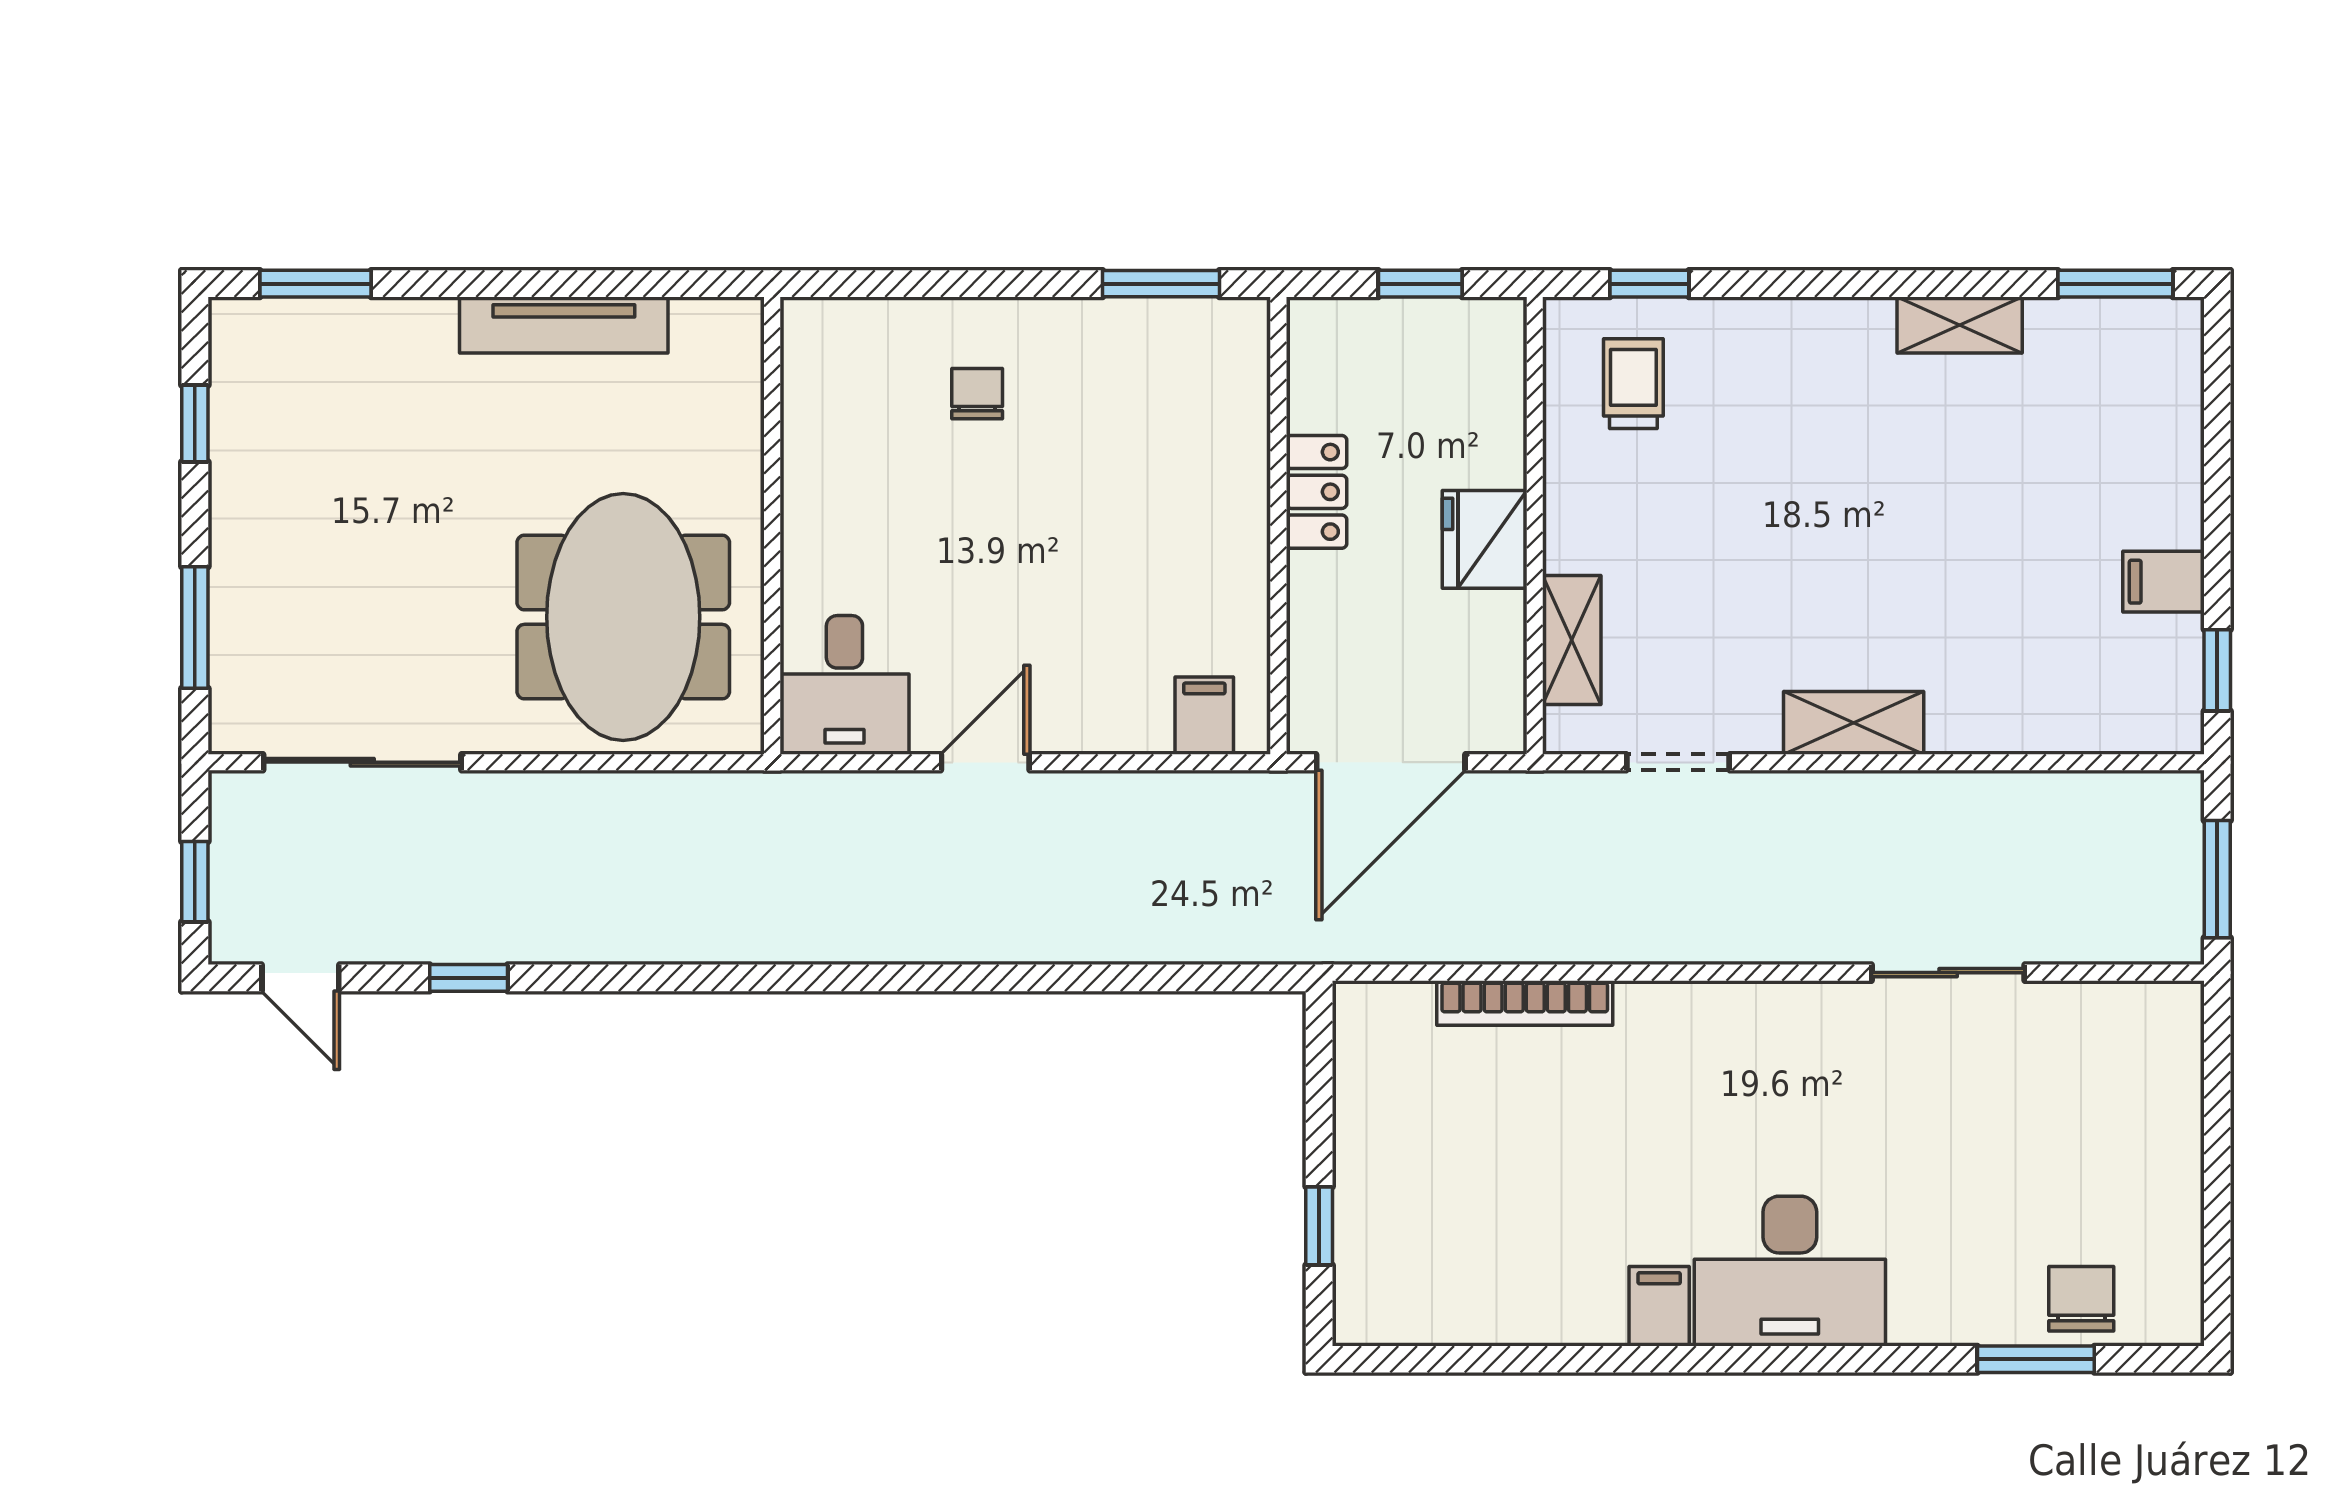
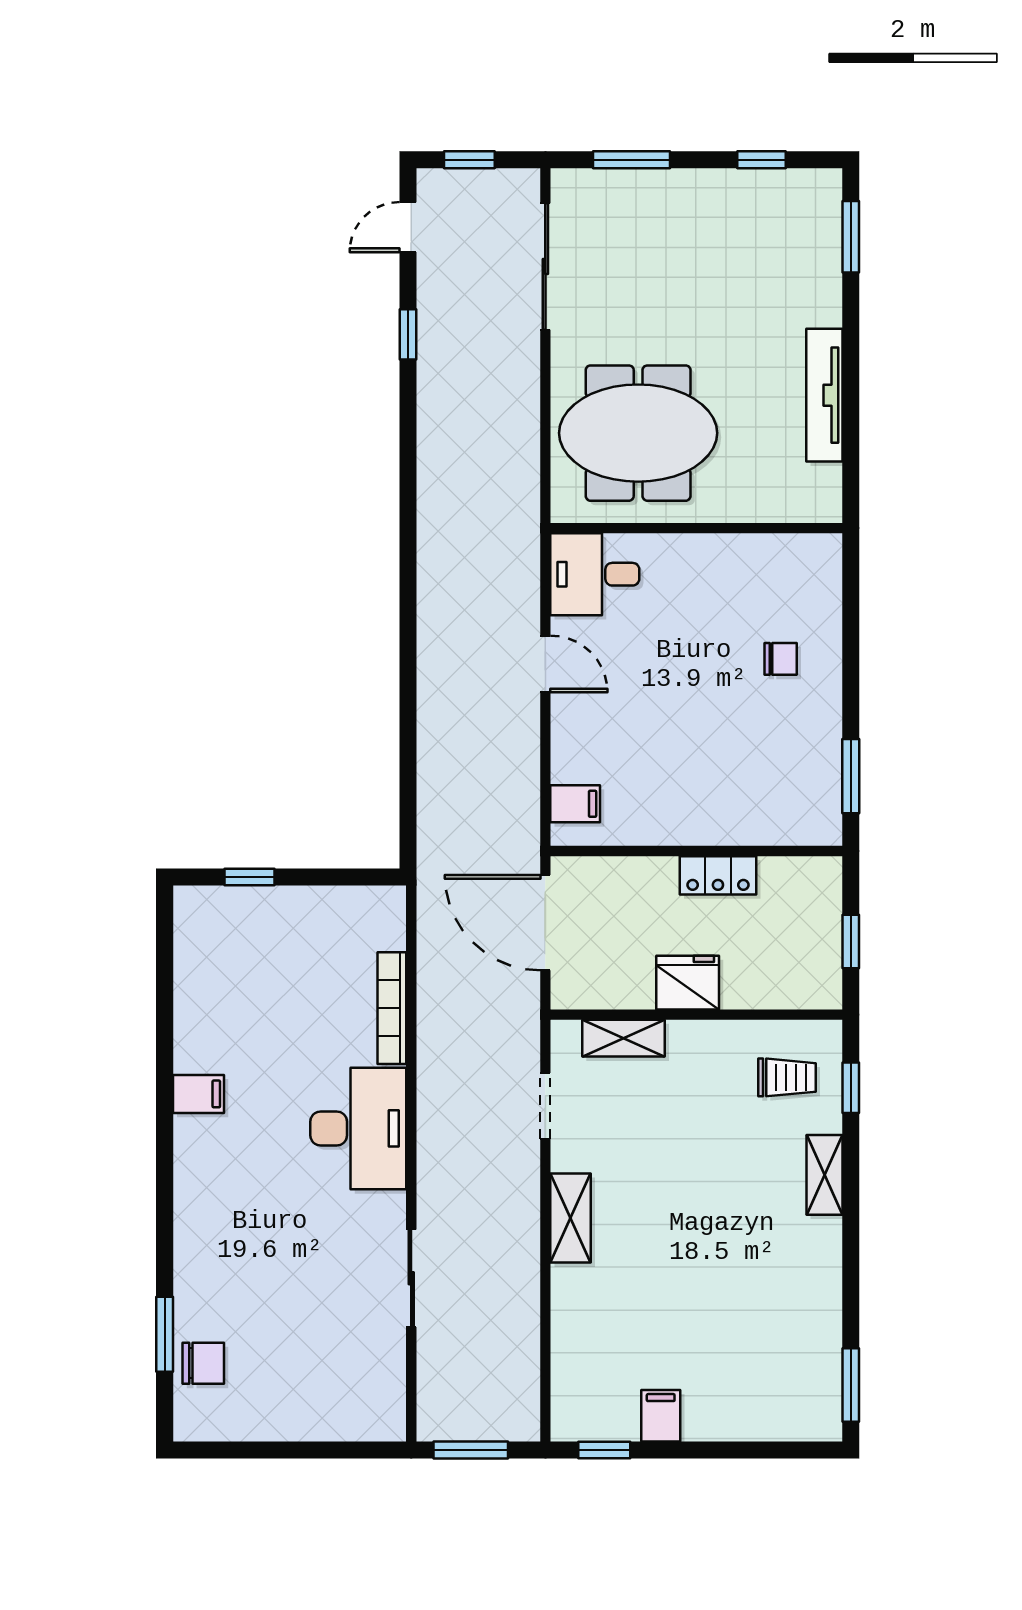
shelving: (1960, 325) -> (824, 1175), moved
desk: (1790, 1271) -> (358, 1128), moved, turned 180

